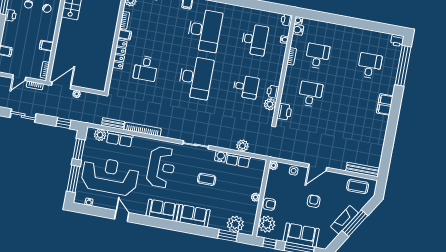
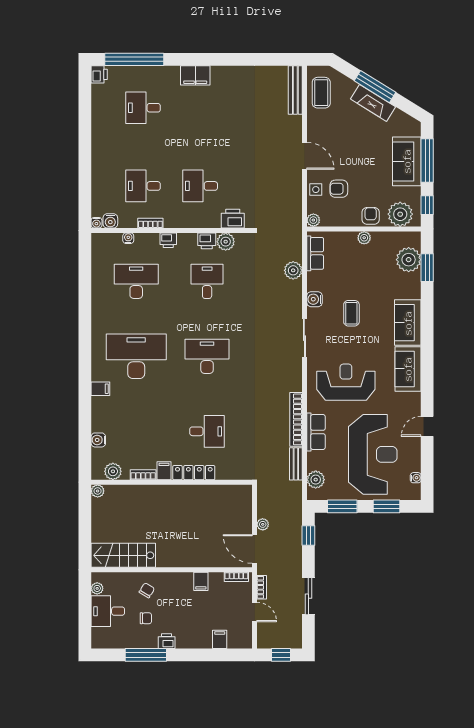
printer: (287, 20) -> (168, 240), moved
desk: (196, 78) -> (207, 356), width x0.73, depth x0.77
row of seats: (119, 139) -> (316, 432), moved
row of seats: (238, 160) -> (315, 253), moved
reception desk: (110, 176) -> (373, 454), turned 180
window: (73, 179) -> (386, 506), width x0.69
armchair: (314, 201) -> (339, 189), moved

